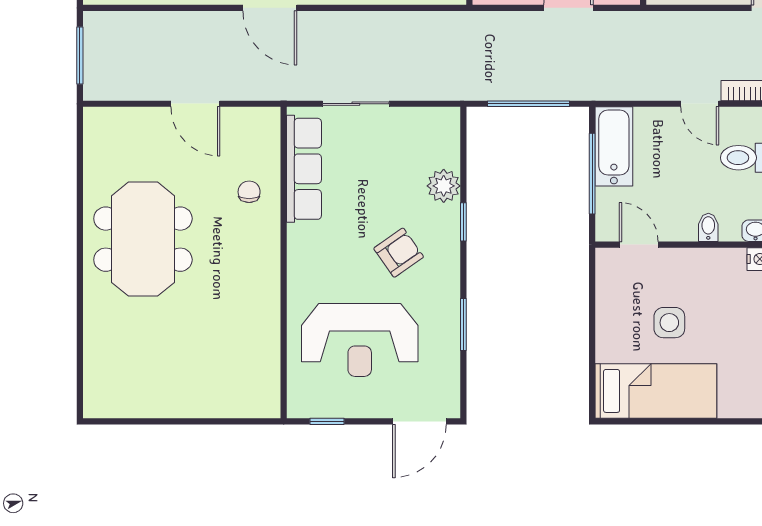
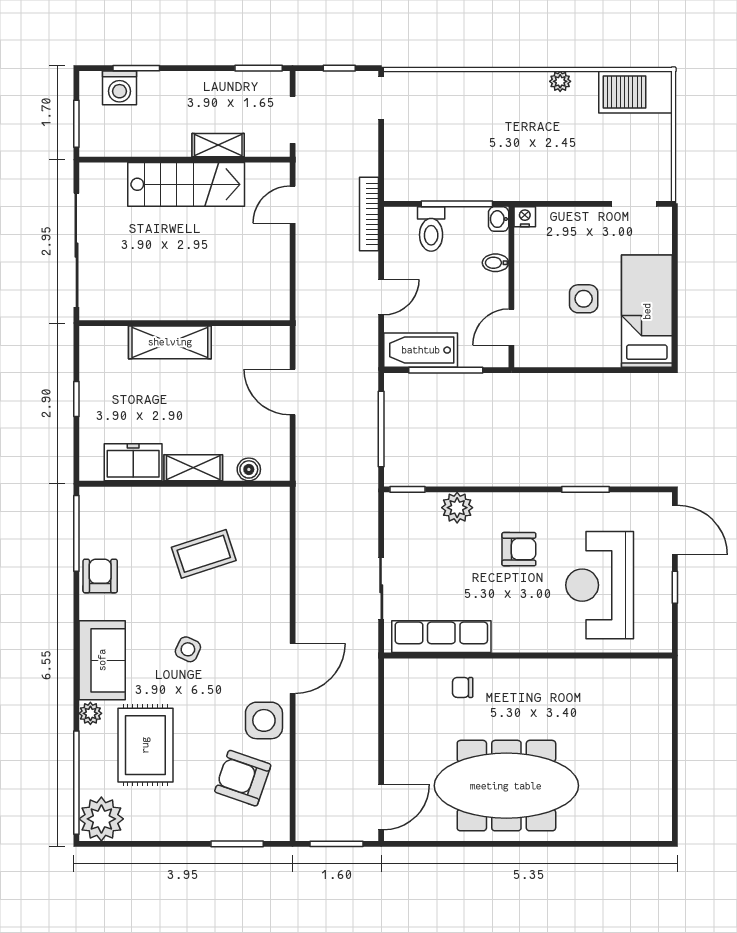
door: (195, 104) -> (381, 807), moved
door: (700, 104) -> (381, 297), moved
window: (463, 222) -> (408, 489), moved
meeting table: (143, 239) -> (506, 786), width x1.36
armchair: (399, 253) -> (519, 549), turned 125
reception desk: (360, 340) -> (600, 585), turned 180
window: (327, 421) -> (675, 587), moved

